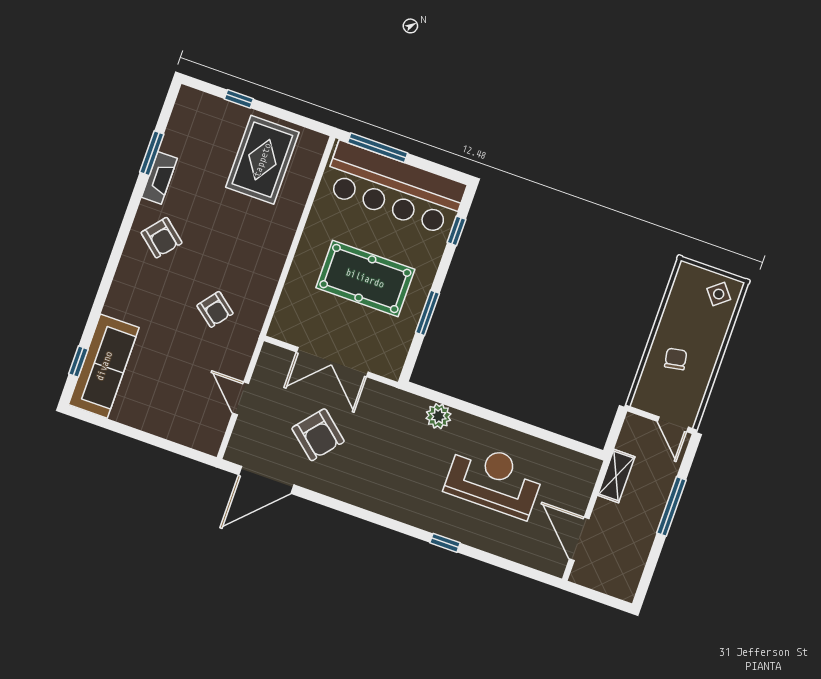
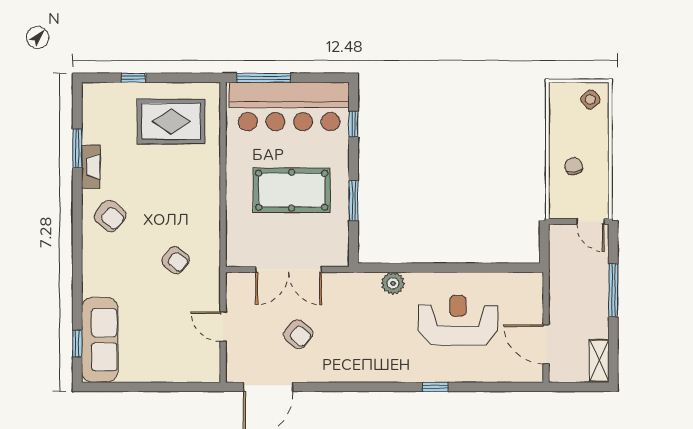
rug: (262, 160) -> (171, 121), turned 90
armchair: (318, 435) -> (298, 334), width x0.72, depth x0.72
shelving: (616, 476) -> (599, 361), moved

